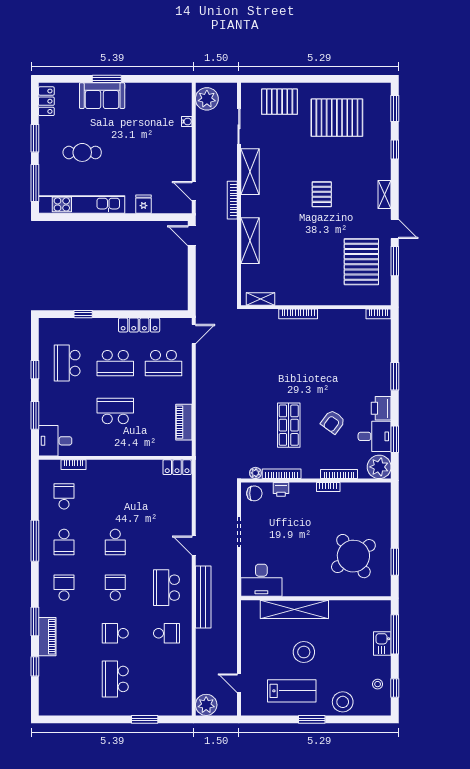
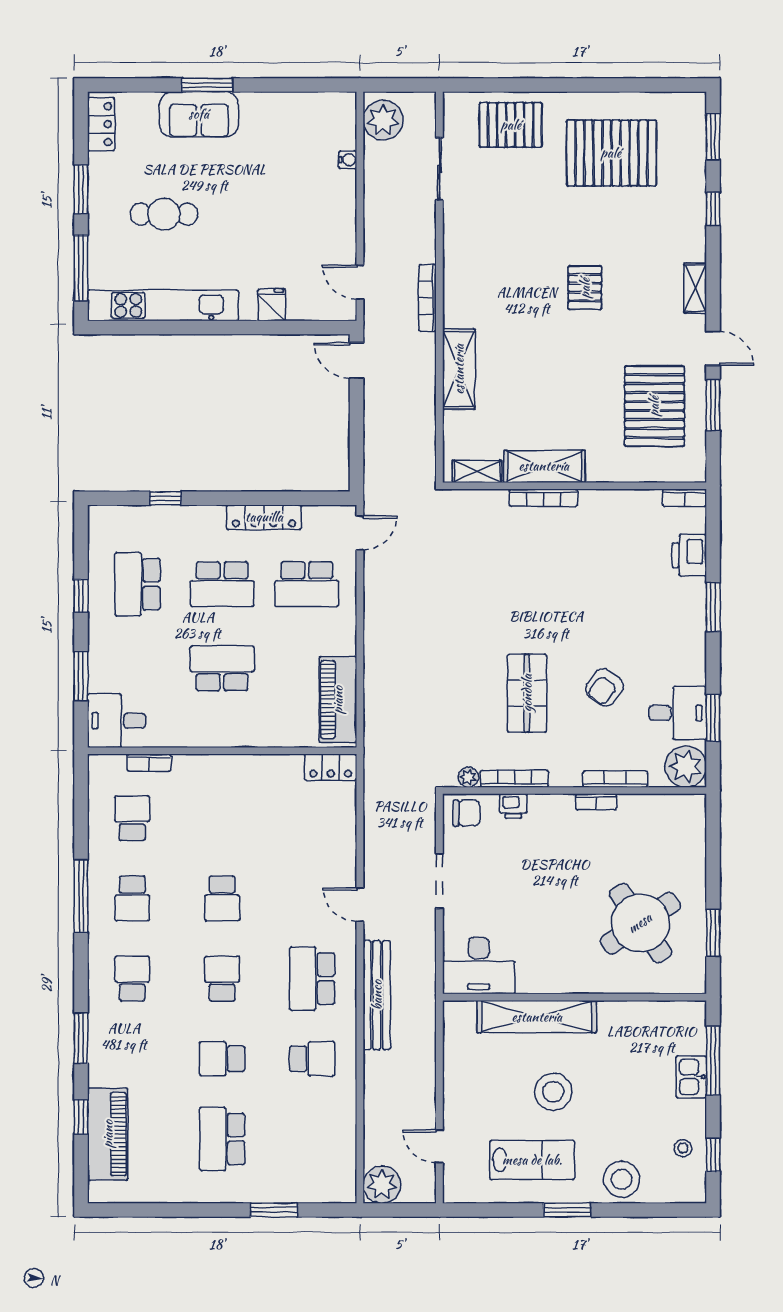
shelving: (250, 172) -> (544, 466), moved, turned 90
printer: (381, 408) -> (689, 555), moved
piano: (184, 422) -> (338, 700), width x1.37, depth x1.33
piano: (47, 637) -> (108, 1134), moved, width x1.37, depth x1.33

